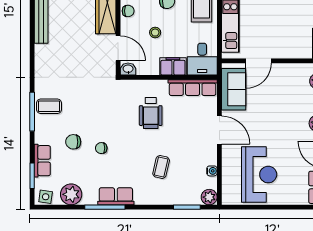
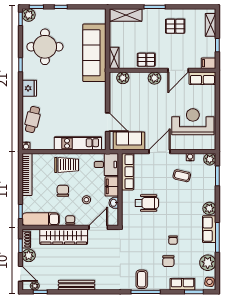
washbasin: (128, 69) -> (114, 203), moved
coffee table: (161, 167) -> (182, 176), moved
plant: (143, 196) -> (209, 208), added

